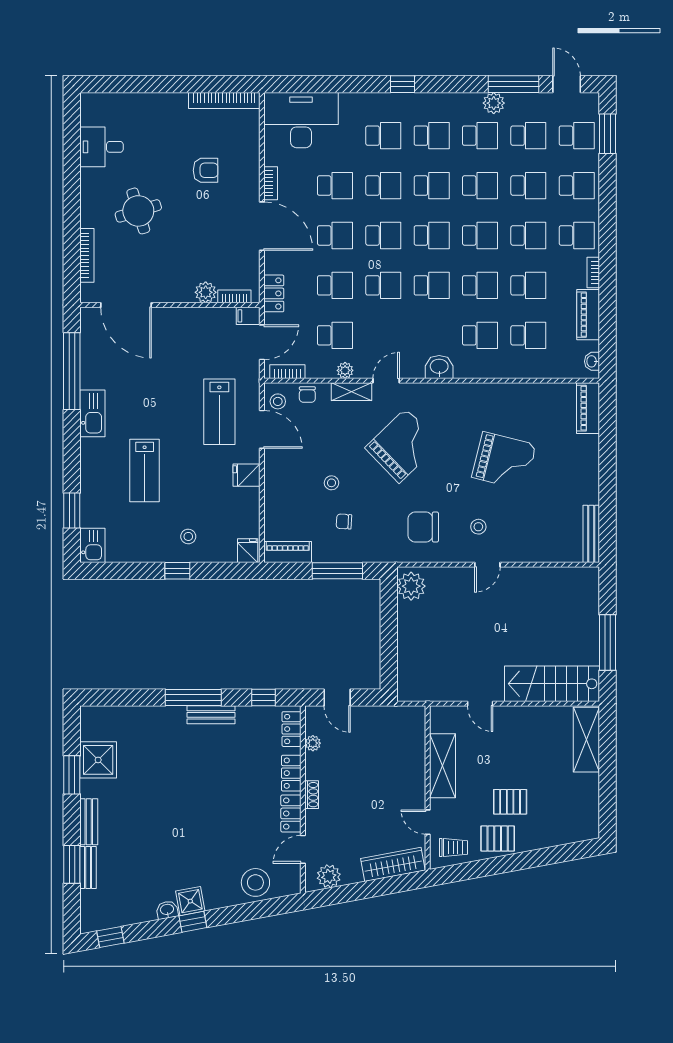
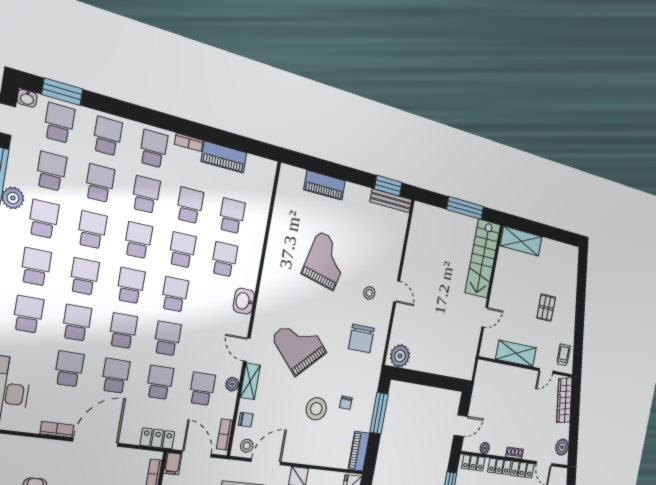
washbasin: (592, 361) -> (27, 98), moved
piano: (588, 408) -> (325, 185), moved
stool: (331, 483) -> (316, 409), width x1.89, depth x1.89
window: (607, 526) -> (388, 186), added
pallet: (498, 839) -> (565, 322), removed

